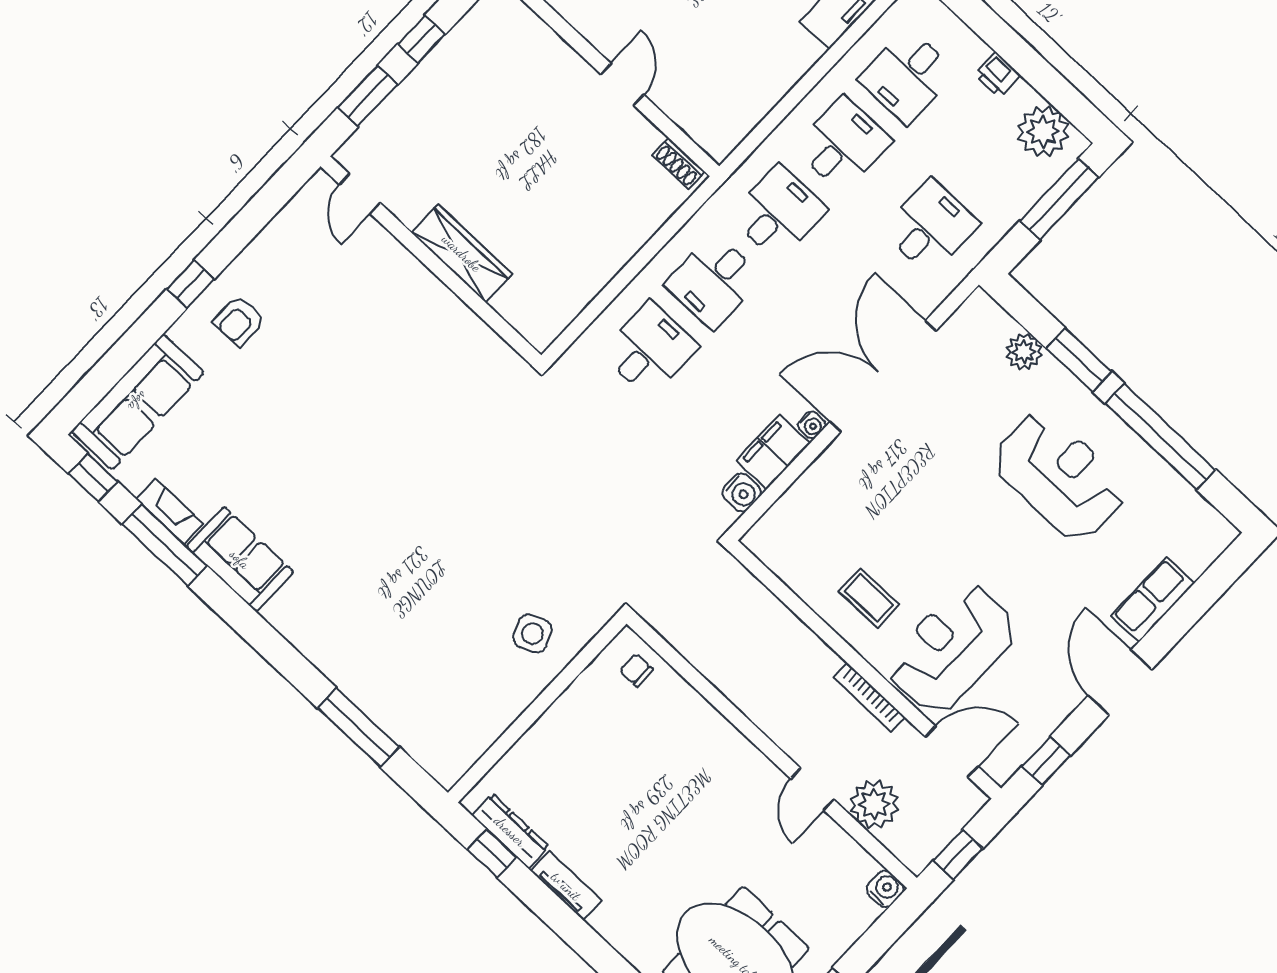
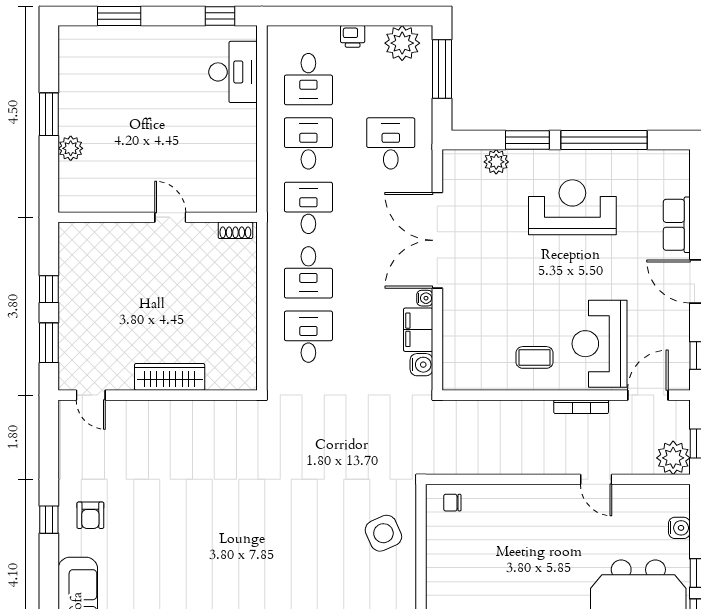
side table: (532, 633) -> (383, 533), width x1.37, depth x1.37
plant: (874, 804) -> (673, 458), moved
water cooler: (885, 889) -> (679, 528), moved, turned 90

